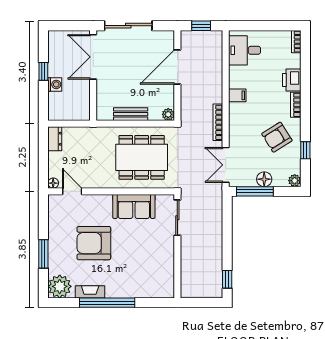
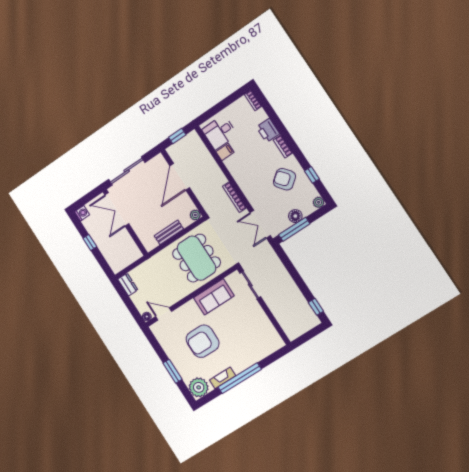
washing machine: (55, 84) -> (82, 213), moved
filing cabinet: (237, 95) -> (225, 152), moved
armchair: (277, 137) -> (285, 179), turned 83
dining table: (142, 157) -> (196, 258), turned 90

